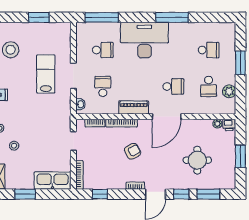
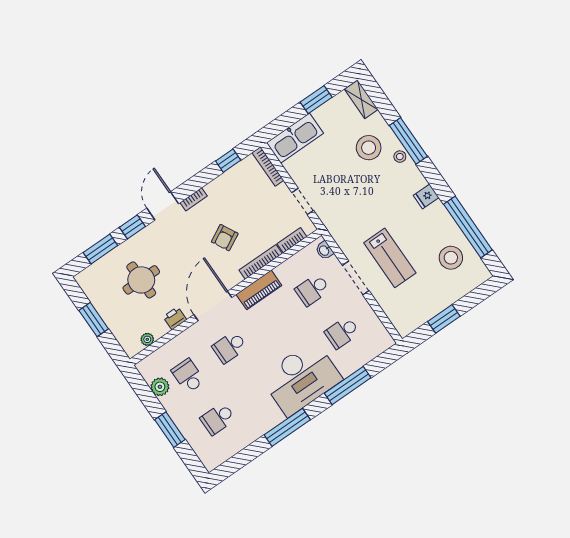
window: (102, 17) -> (348, 386), moved
school desk: (103, 86) -> (313, 290), turned 90
printer: (229, 125) -> (175, 318), moved
stool: (14, 146) -> (369, 148), width x1.89, depth x1.89

